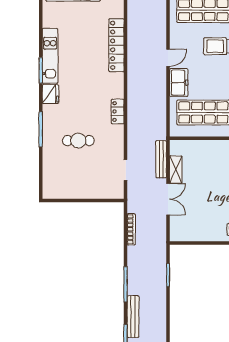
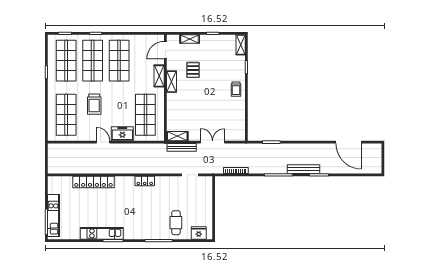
fridge: (50, 94) -> (199, 233), moved
cafe table: (78, 141) -> (176, 223), moved
shelving: (176, 169) -> (177, 136), moved

